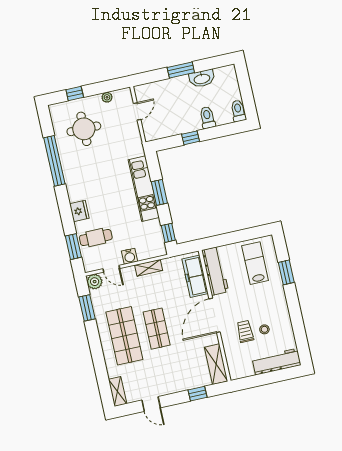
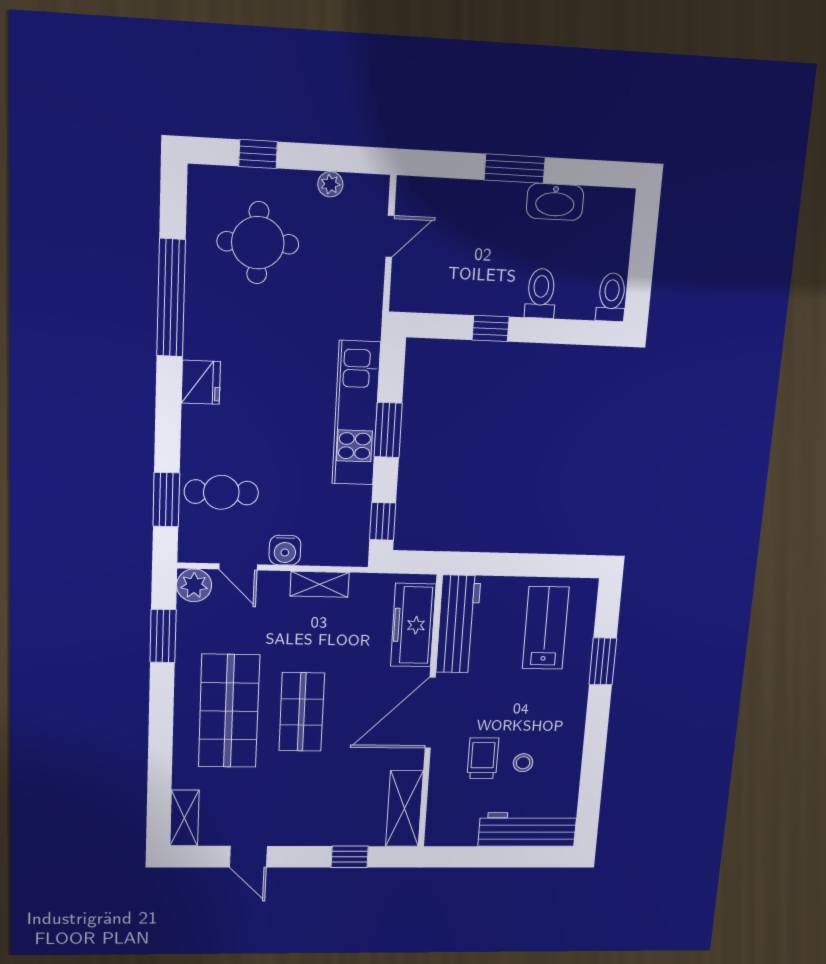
fridge: (79, 211) -> (201, 382), moved

